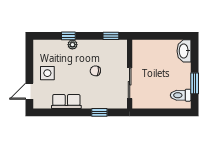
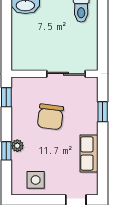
chair: (95, 71) -> (50, 117), width x1.87, depth x1.87
side table: (47, 73) -> (36, 180), moved

